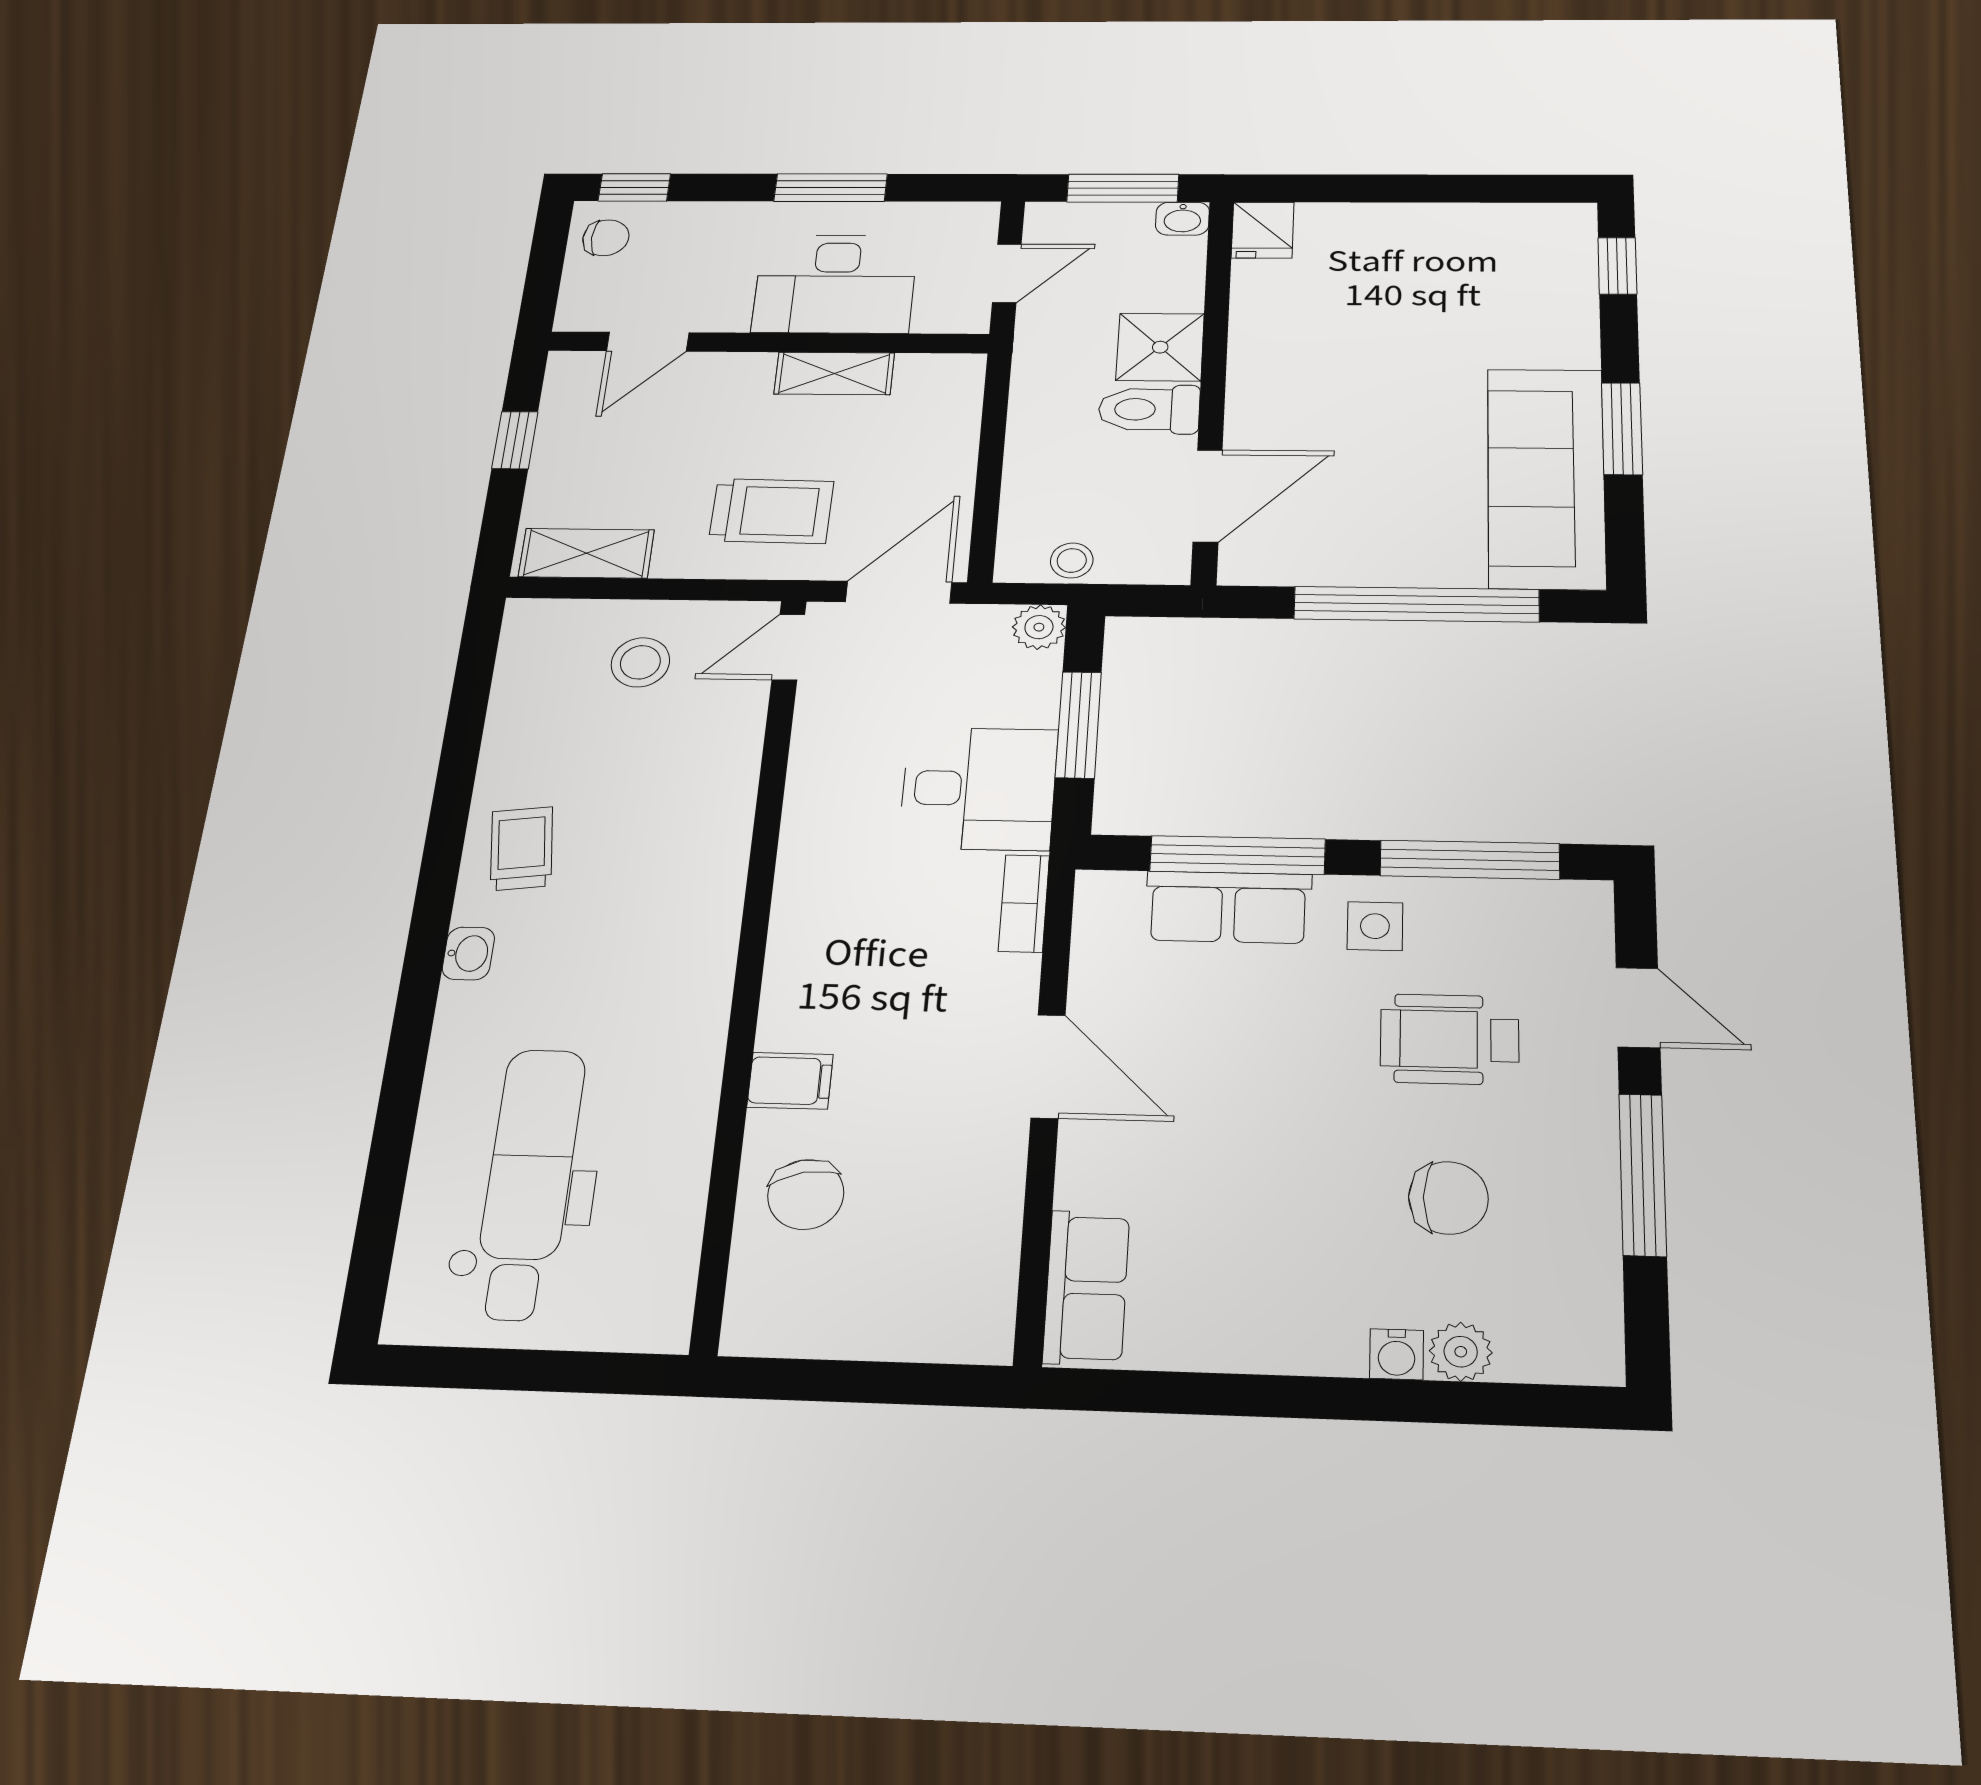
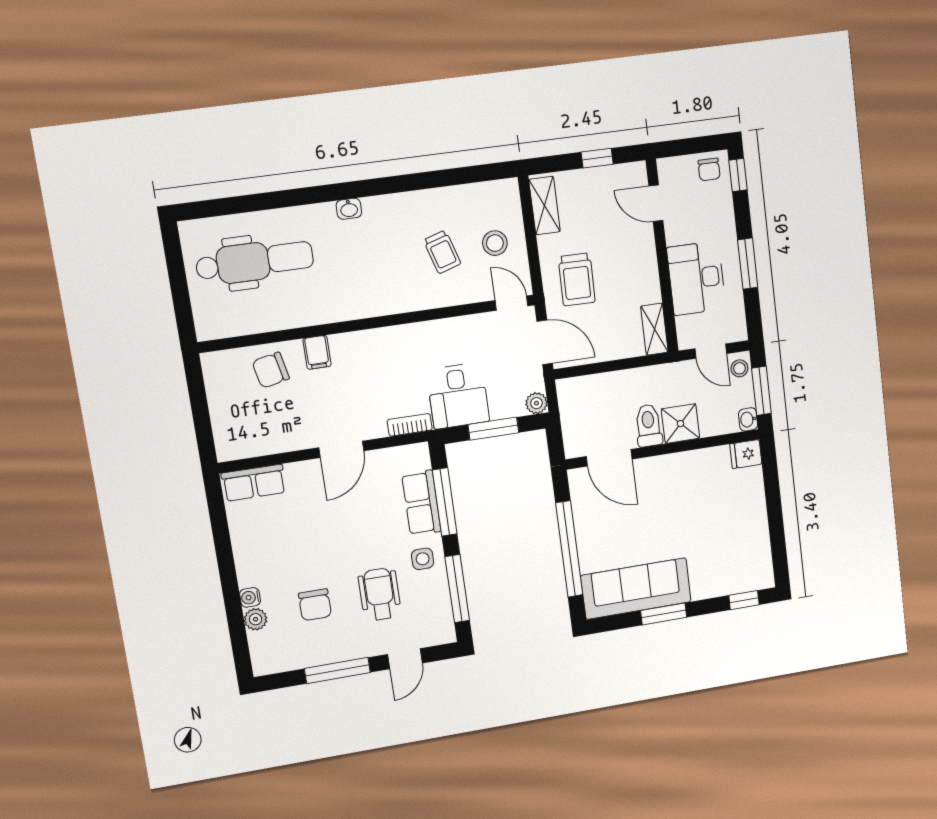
shelving: (834, 373) -> (654, 329), moved
stool: (1072, 561) -> (739, 368), moved
trolley: (522, 849) -> (442, 252), moved, turned 80

